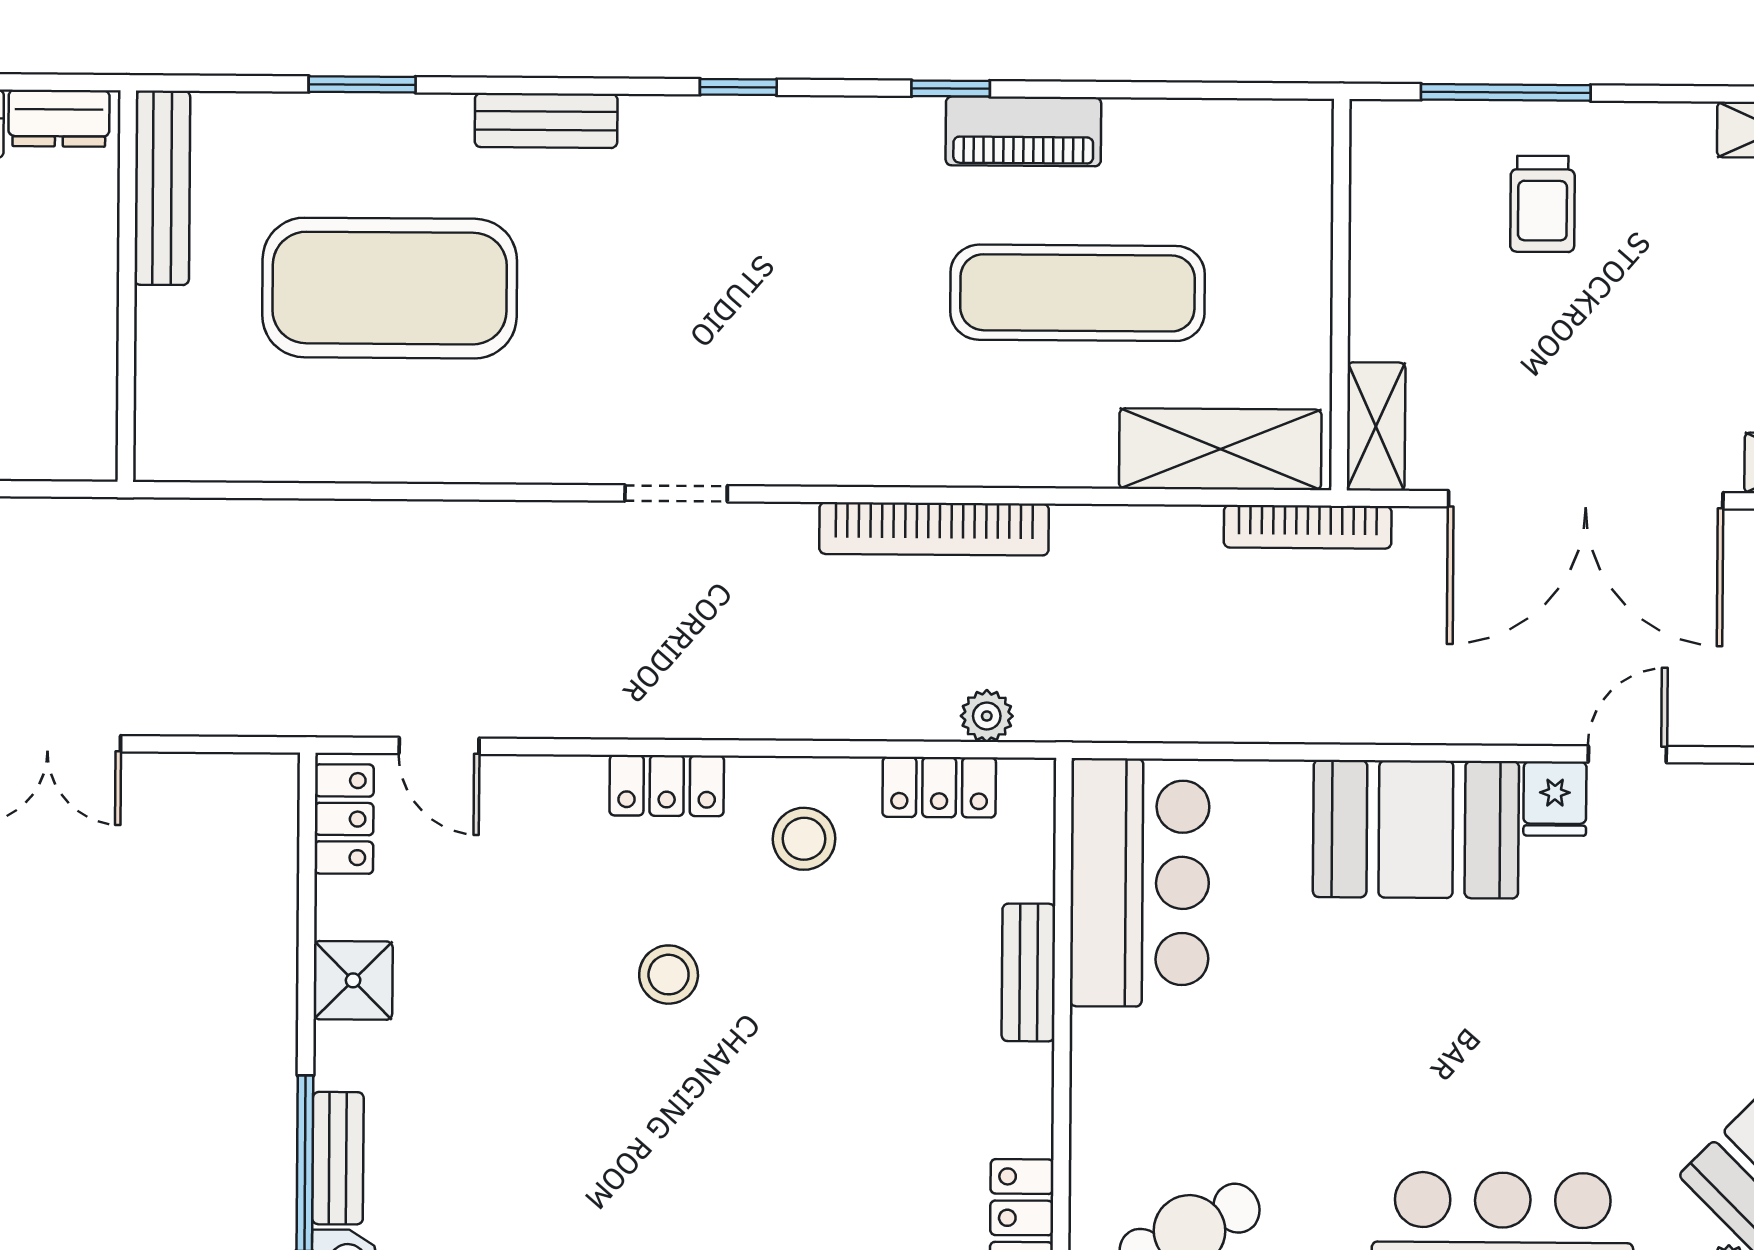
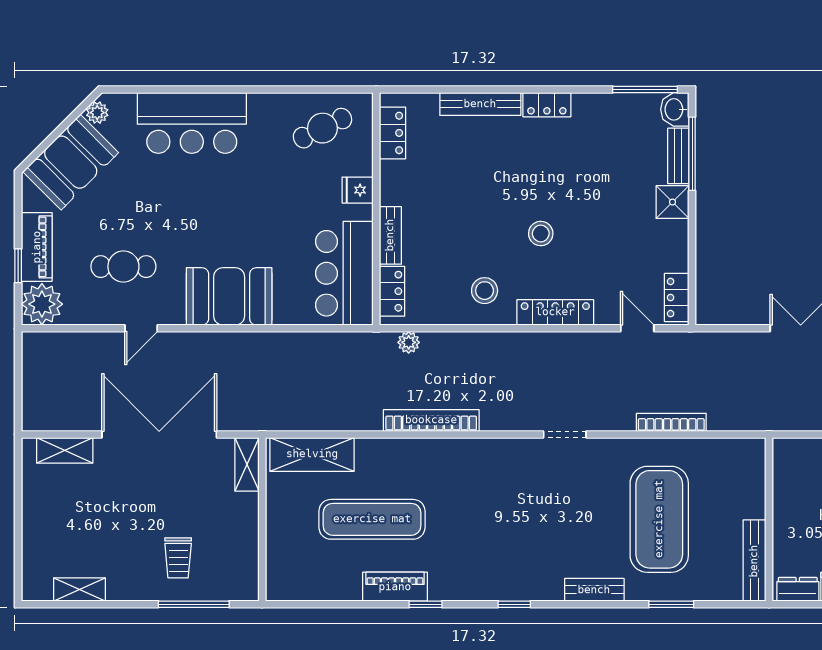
trolley: (1543, 204) -> (178, 558), turned 180
exercise mat: (390, 288) -> (659, 519), turned 90
doorway: (676, 493) -> (565, 434), moved
bookcase: (1308, 527) -> (671, 422), moved
locker: (667, 786) -> (555, 312), width x1.53
locker: (939, 787) -> (392, 291), moved, turned 90
fridge: (1555, 799) -> (358, 190), moved, turned -90
cafe table: (1669, 902) -> (123, 267), added
shower: (353, 980) -> (672, 202), moved

